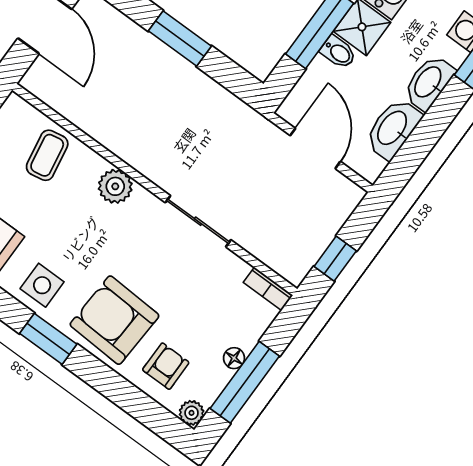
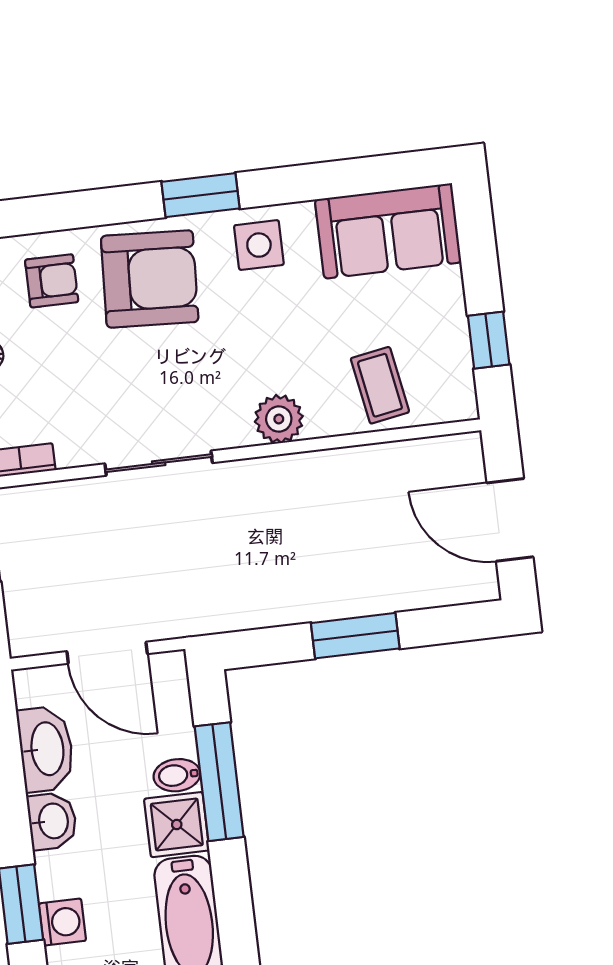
washbasin: (429, 82) -> (52, 821), width x0.72
armchair: (166, 366) -> (52, 281), turned -90

